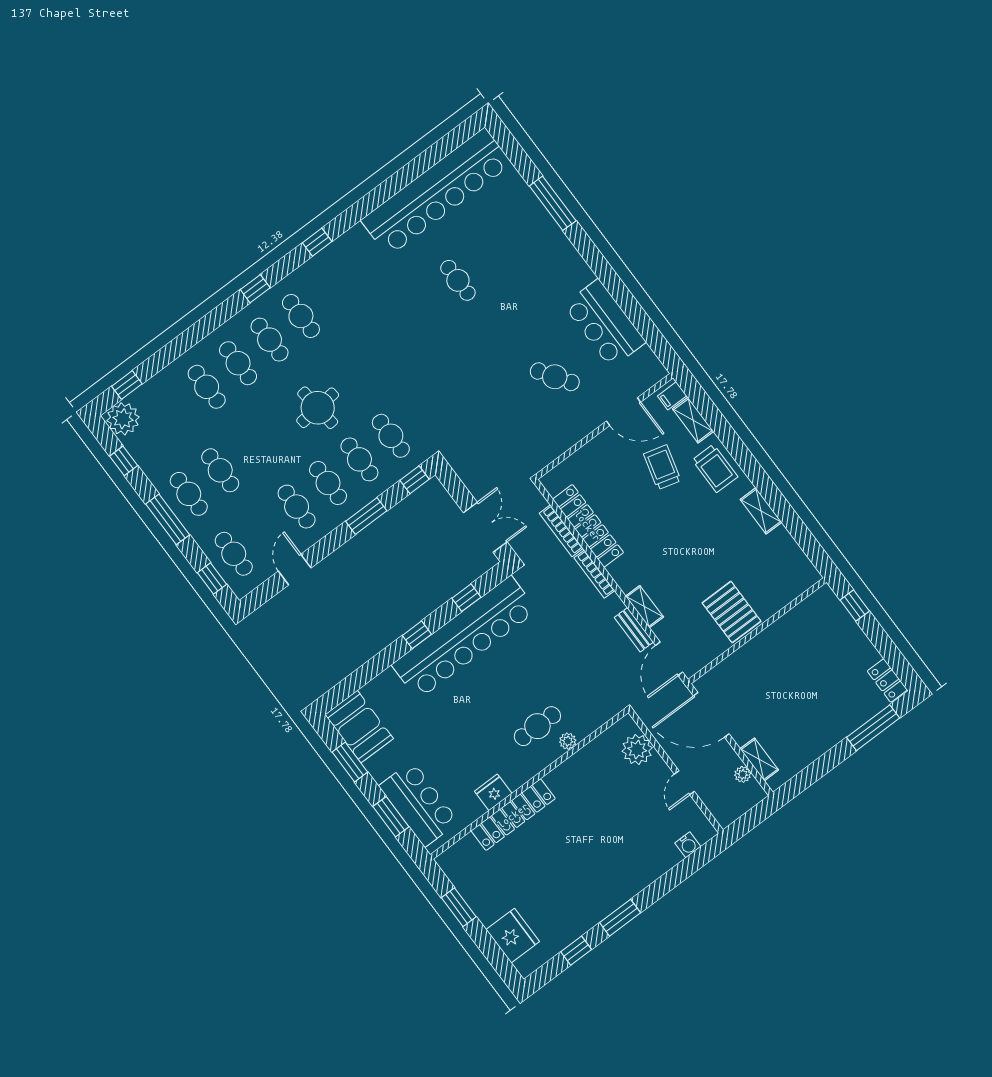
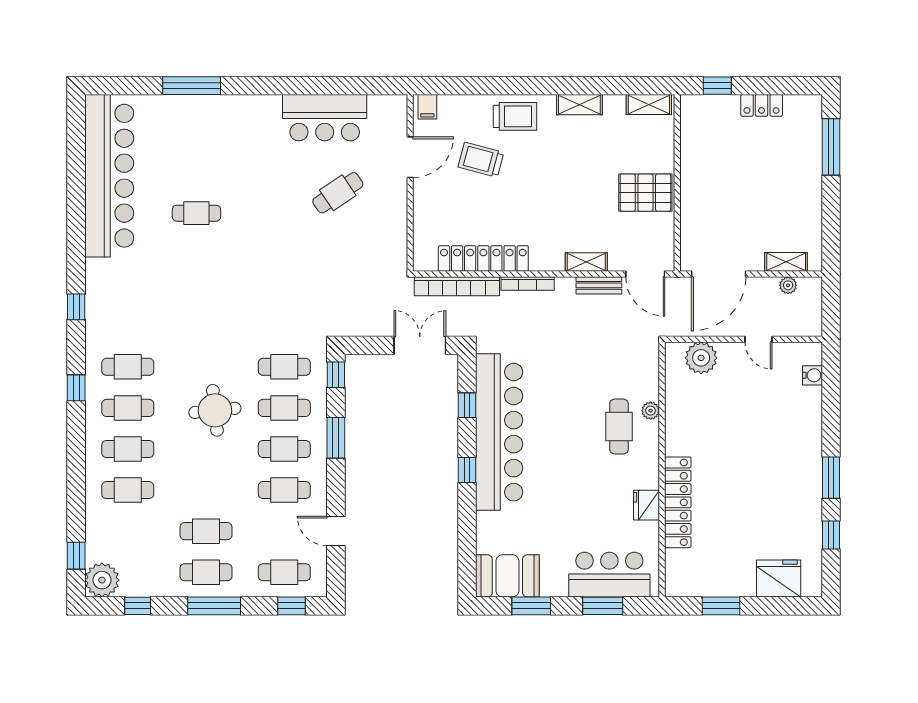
shelving: (693, 420) -> (649, 104), moved
bookcase: (561, 531) -> (457, 286), width x1.48, depth x1.31
locker: (887, 680) -> (762, 105), moved

